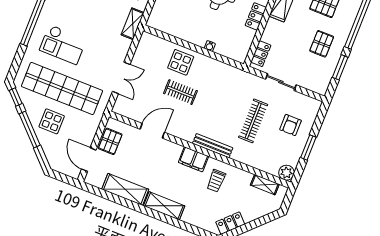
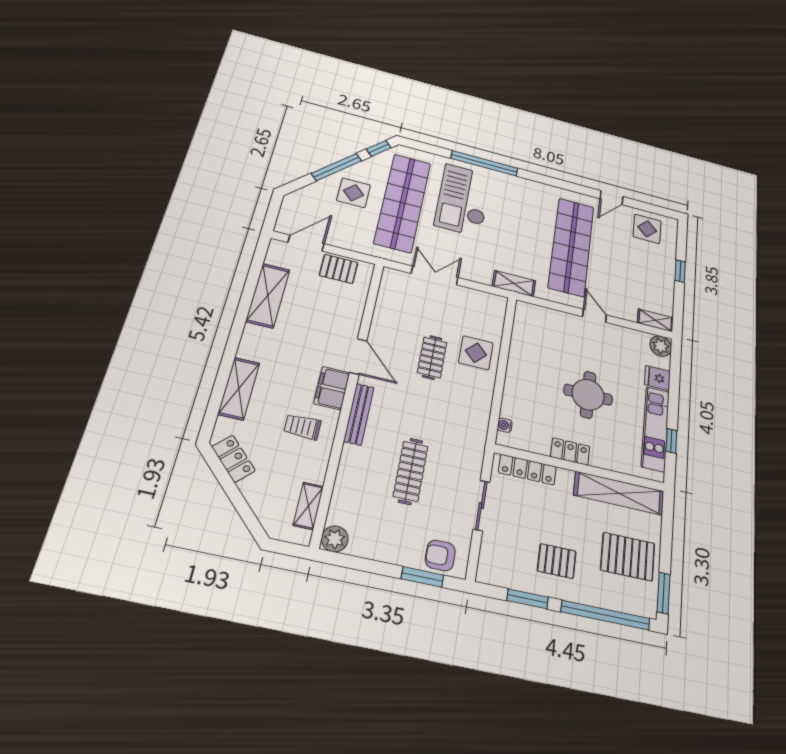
checkout: (63, 45) -> (463, 200), width x1.36, depth x1.21
water cooler: (210, 46) -> (505, 425), moved
locker: (261, 54) -> (527, 470), width x1.53
double door: (121, 78) -> (435, 276), swing flipped
clothes rail: (253, 121) -> (411, 471), turned 90
armchair: (290, 125) -> (440, 555), moved
door: (152, 131) -> (358, 356), moved
window: (308, 147) -> (422, 577), moved
shelving: (164, 206) -> (239, 388), moved

